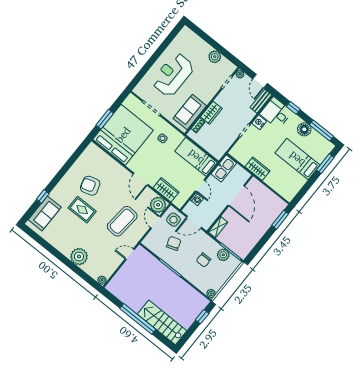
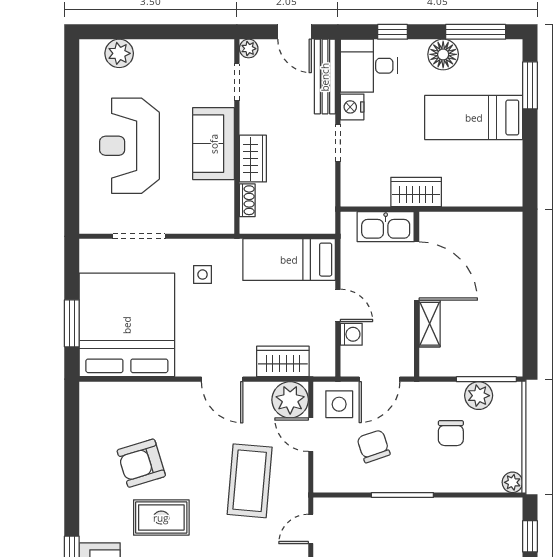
plant: (215, 57) -> (119, 53), moved
bench: (261, 101) -> (325, 77), width x1.36
sofa: (190, 112) -> (214, 144), moved
kitchen sink: (224, 168) -> (386, 227), moved, turned 90
window: (280, 220) -> (530, 251), removed
shelving: (218, 227) -> (430, 324), moved

